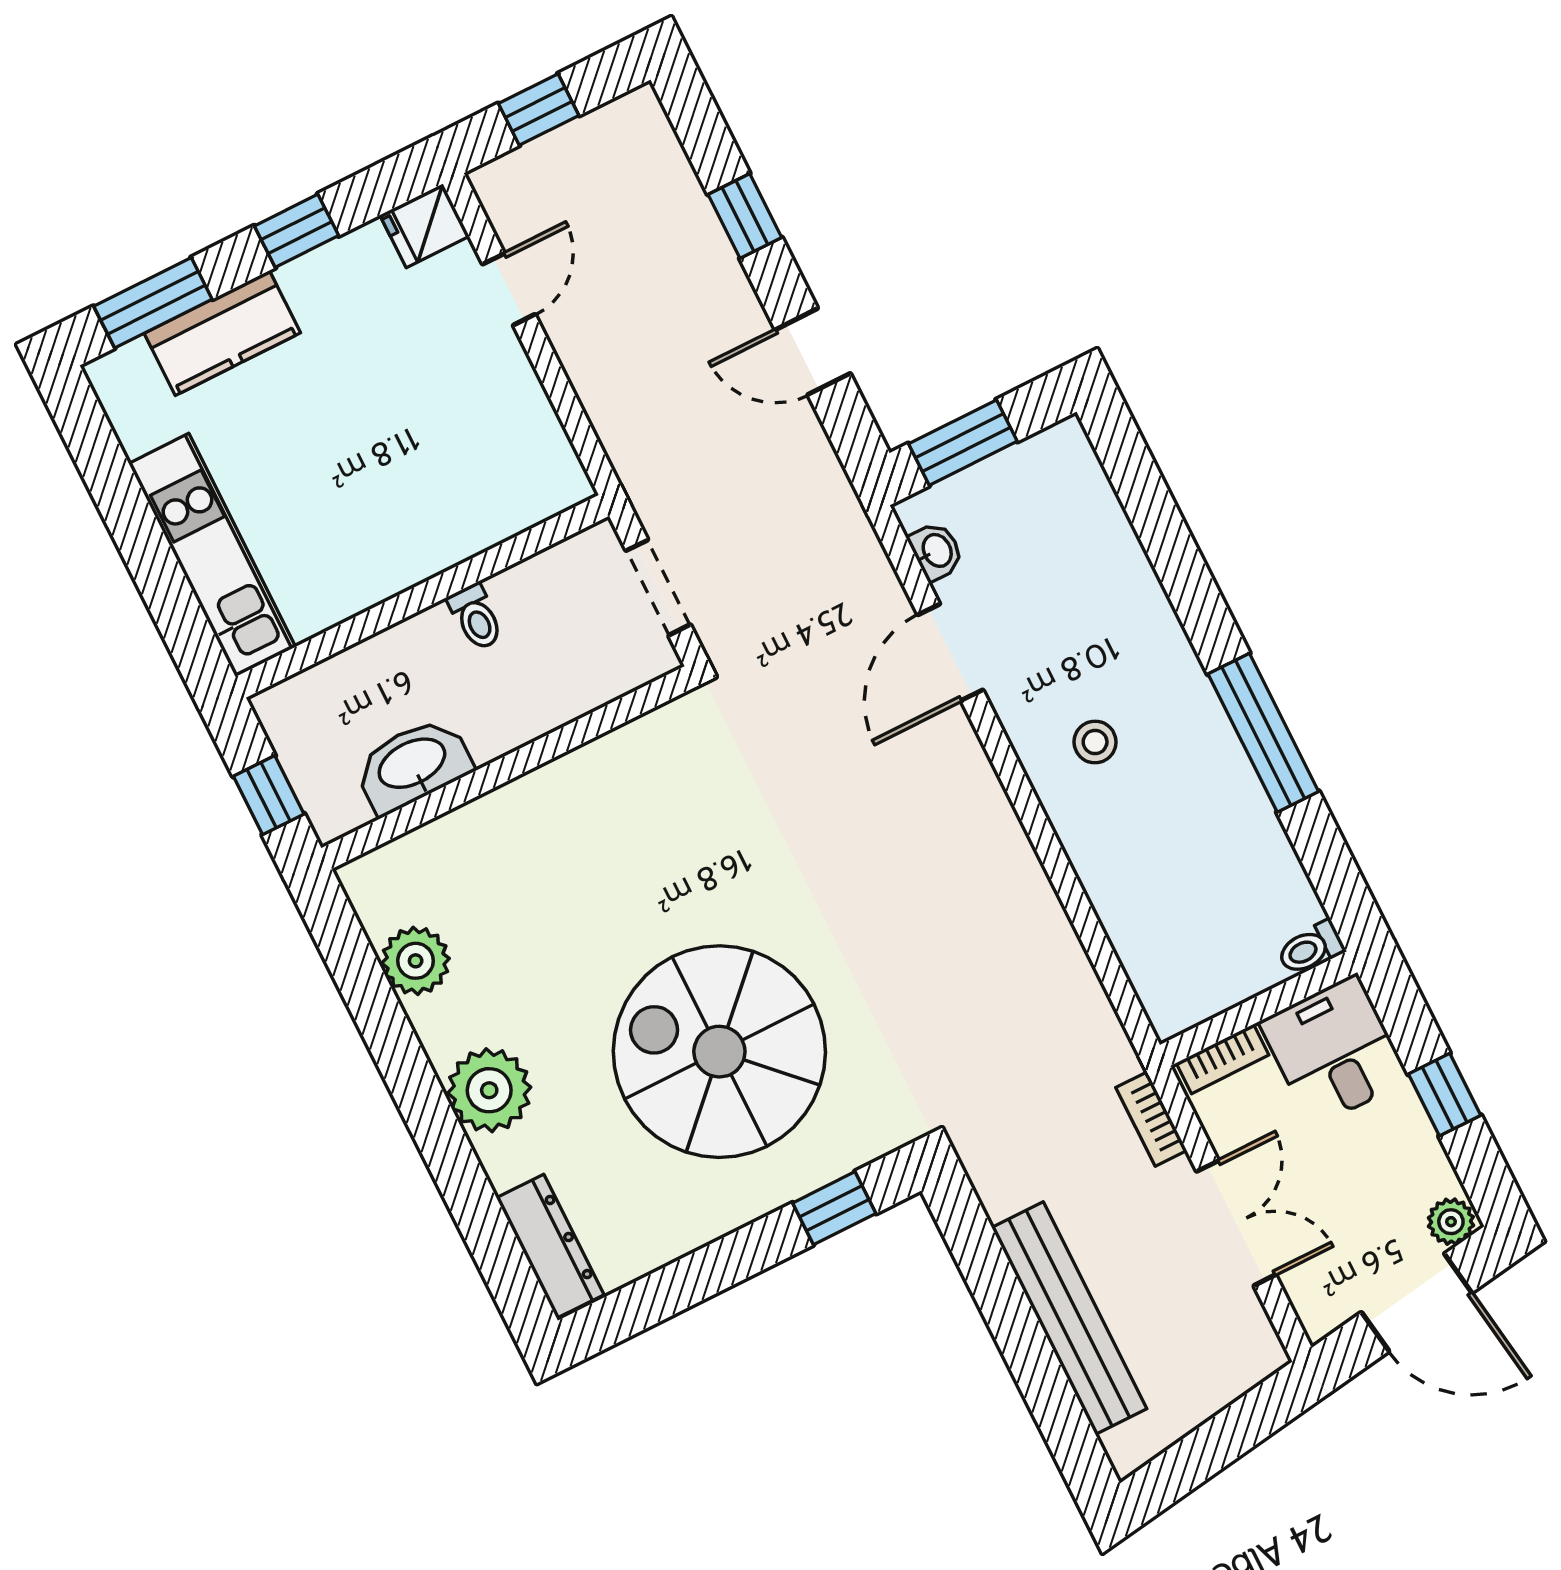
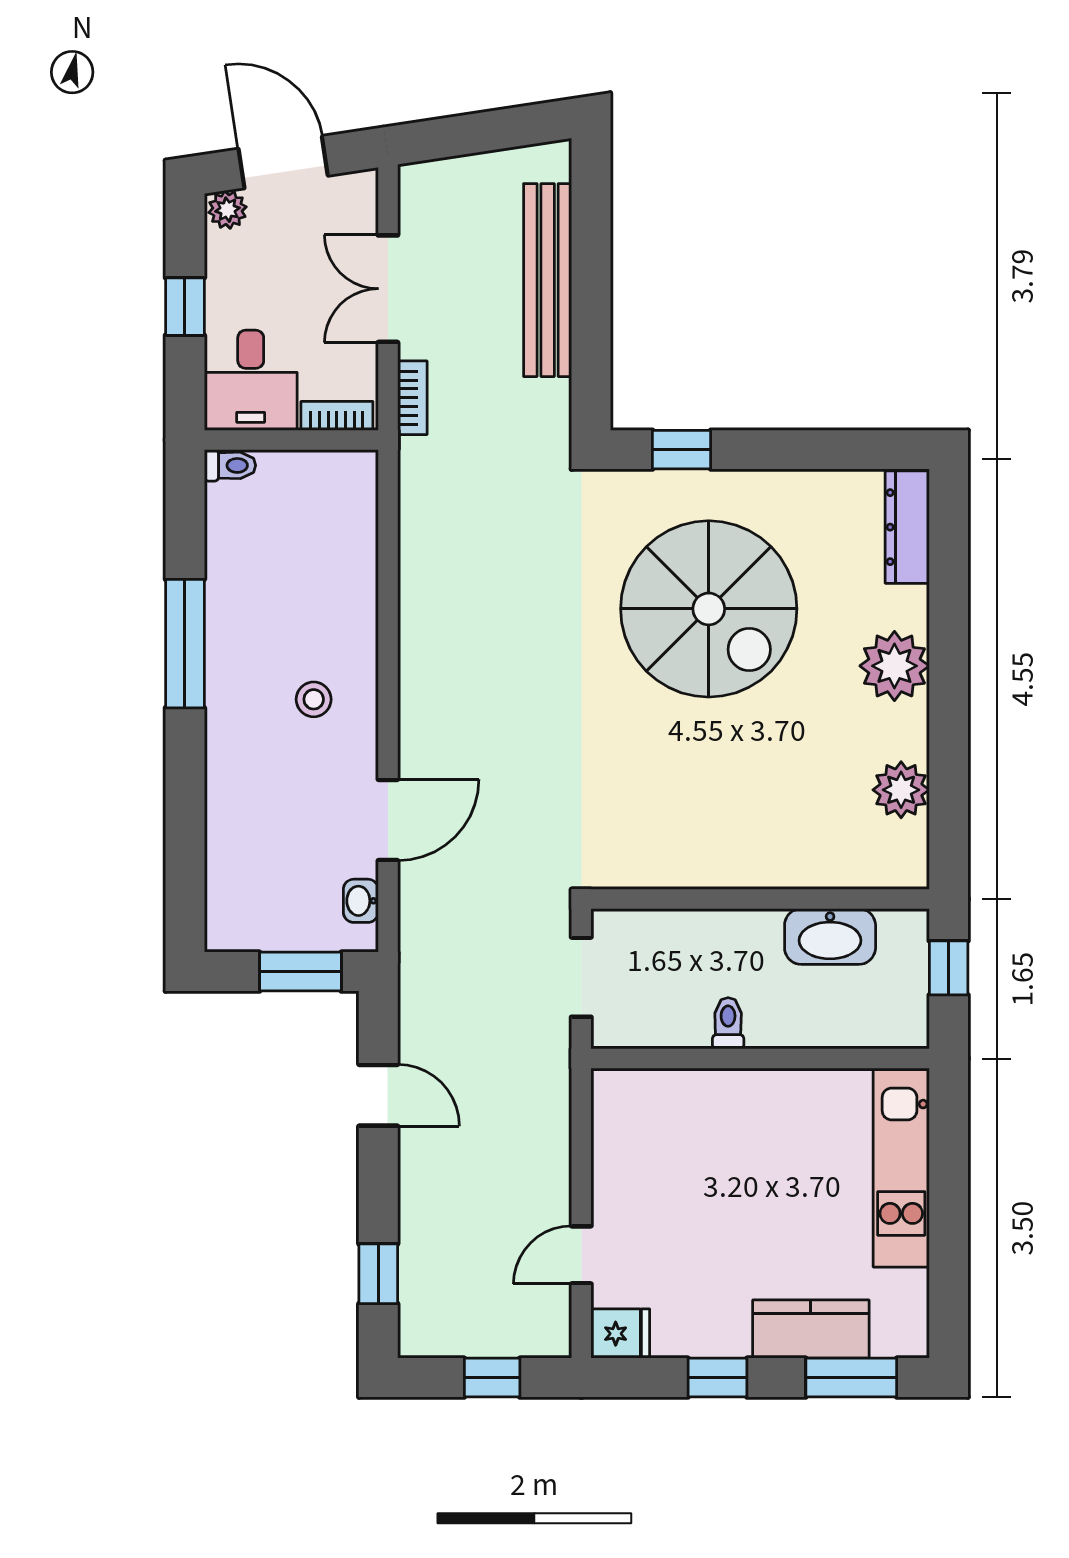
window: (745, 216) -> (378, 1274), moved

